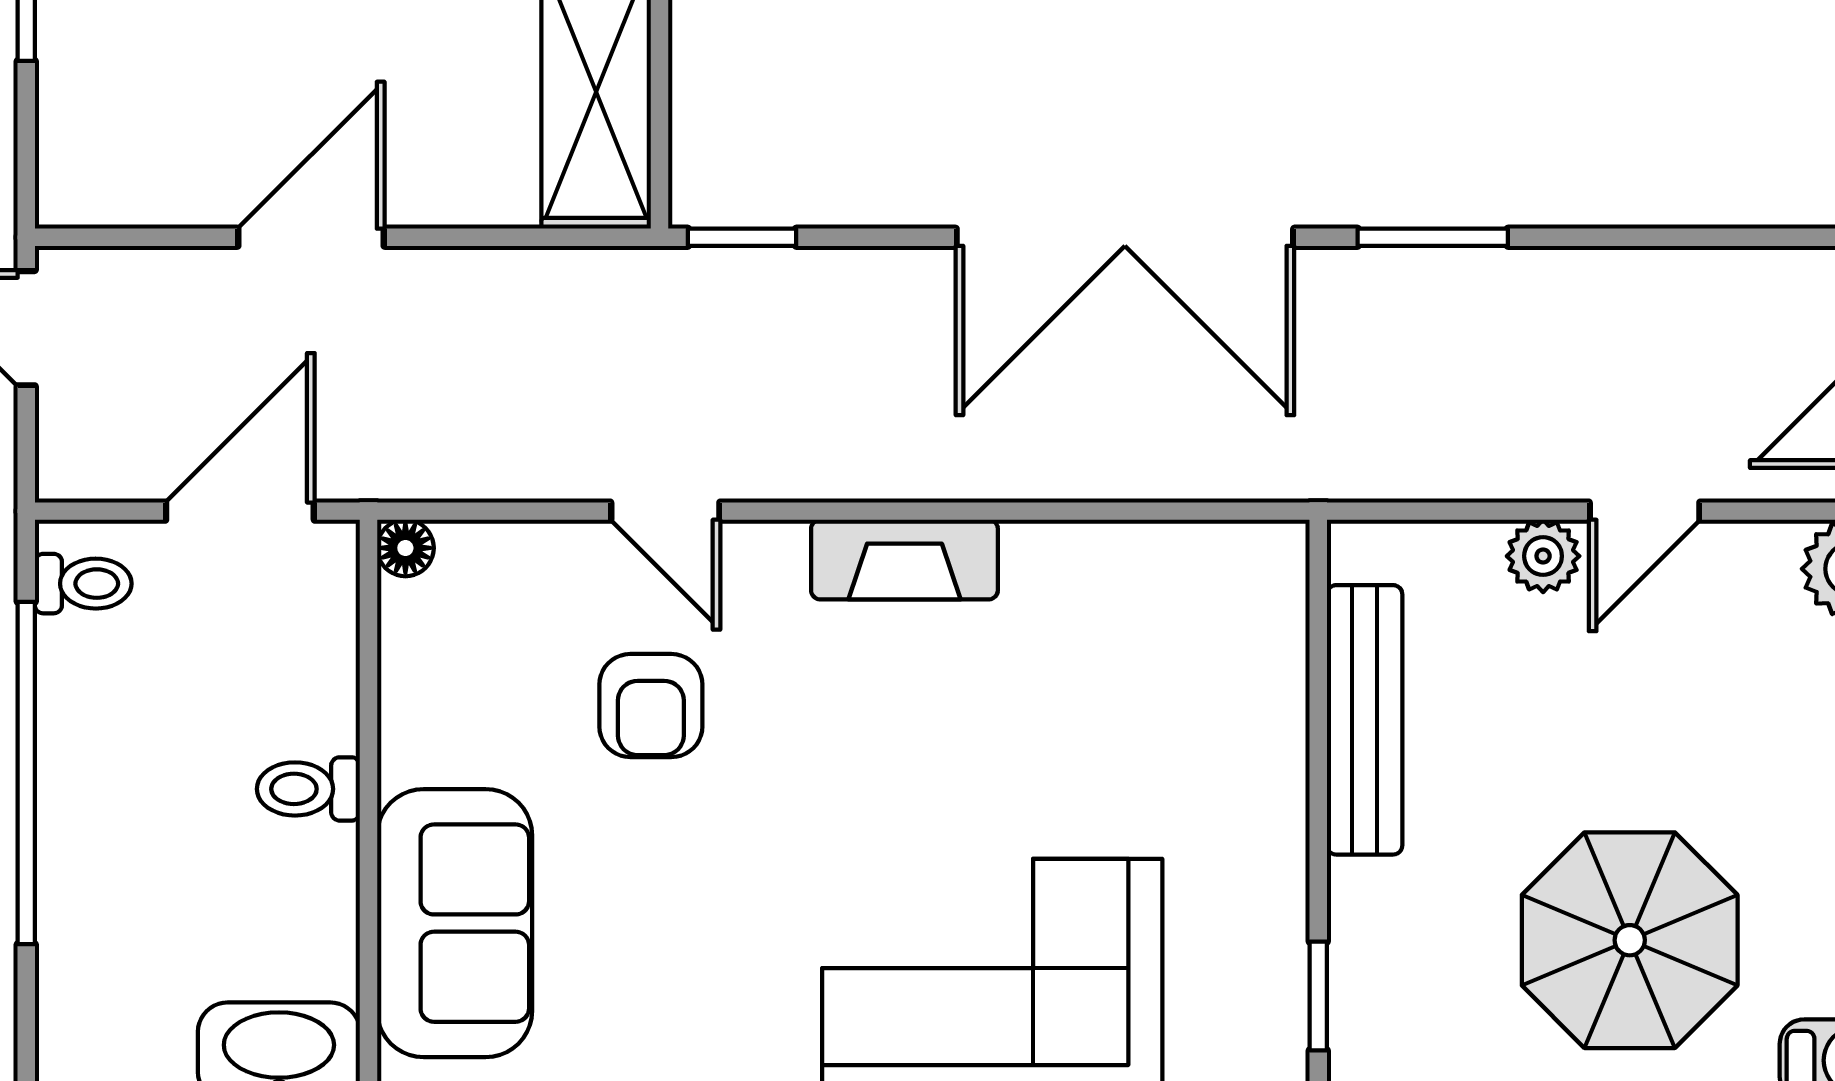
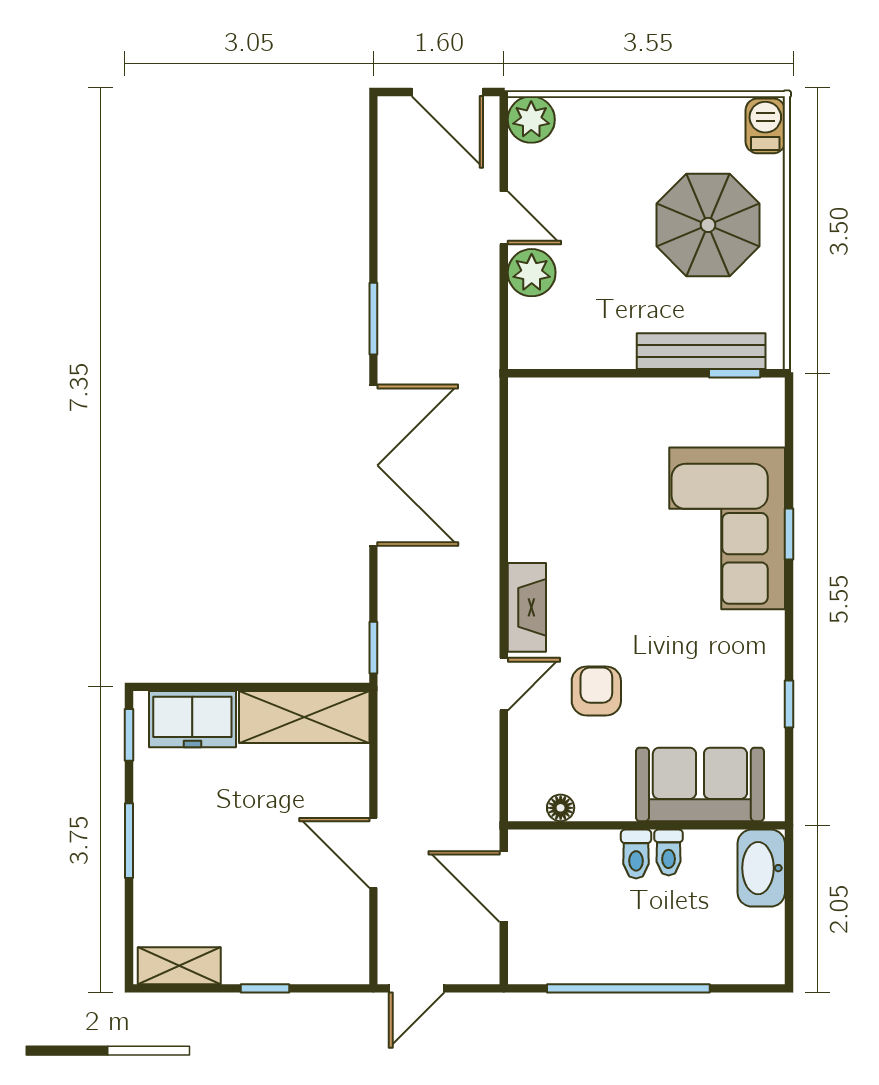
floor lamp: (405, 548) -> (561, 808), moved
plant: (1543, 556) -> (532, 273), width x1.38, depth x1.38
fireplace: (904, 560) -> (527, 607), moved
toilet: (83, 584) -> (669, 852), moved, turned 180
armchair: (651, 706) -> (596, 691), turned -90
bench: (1365, 720) -> (701, 351), moved

